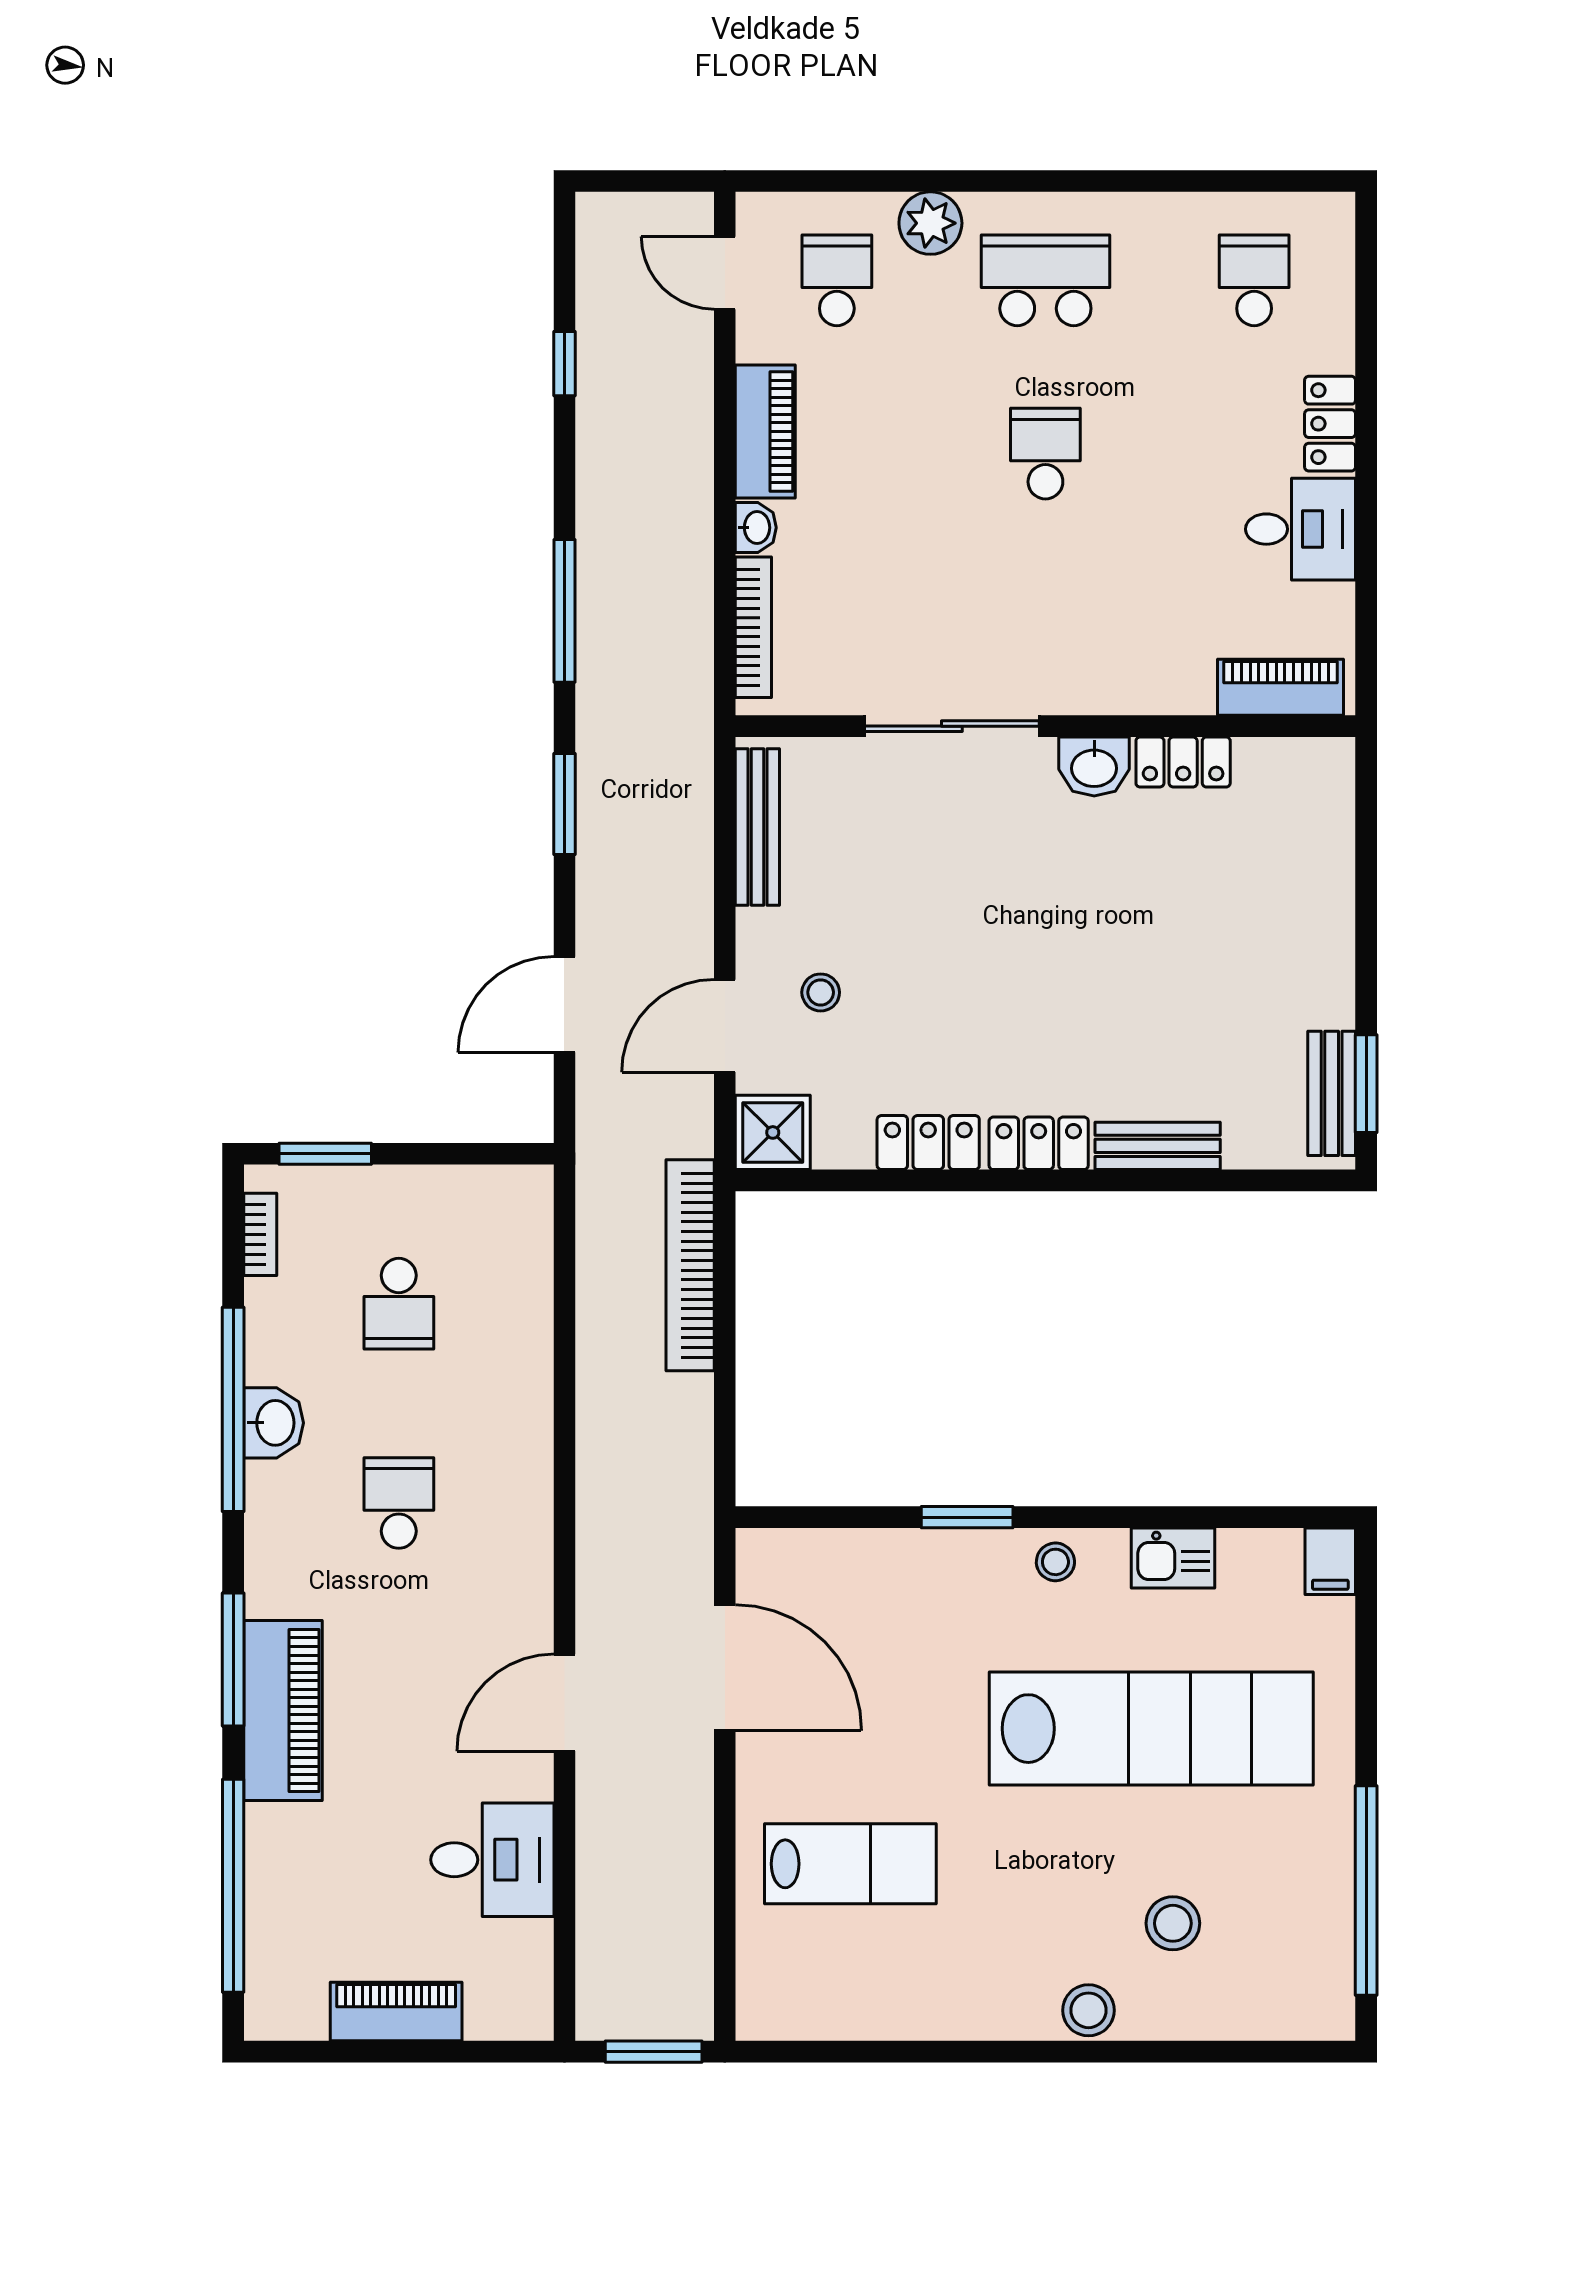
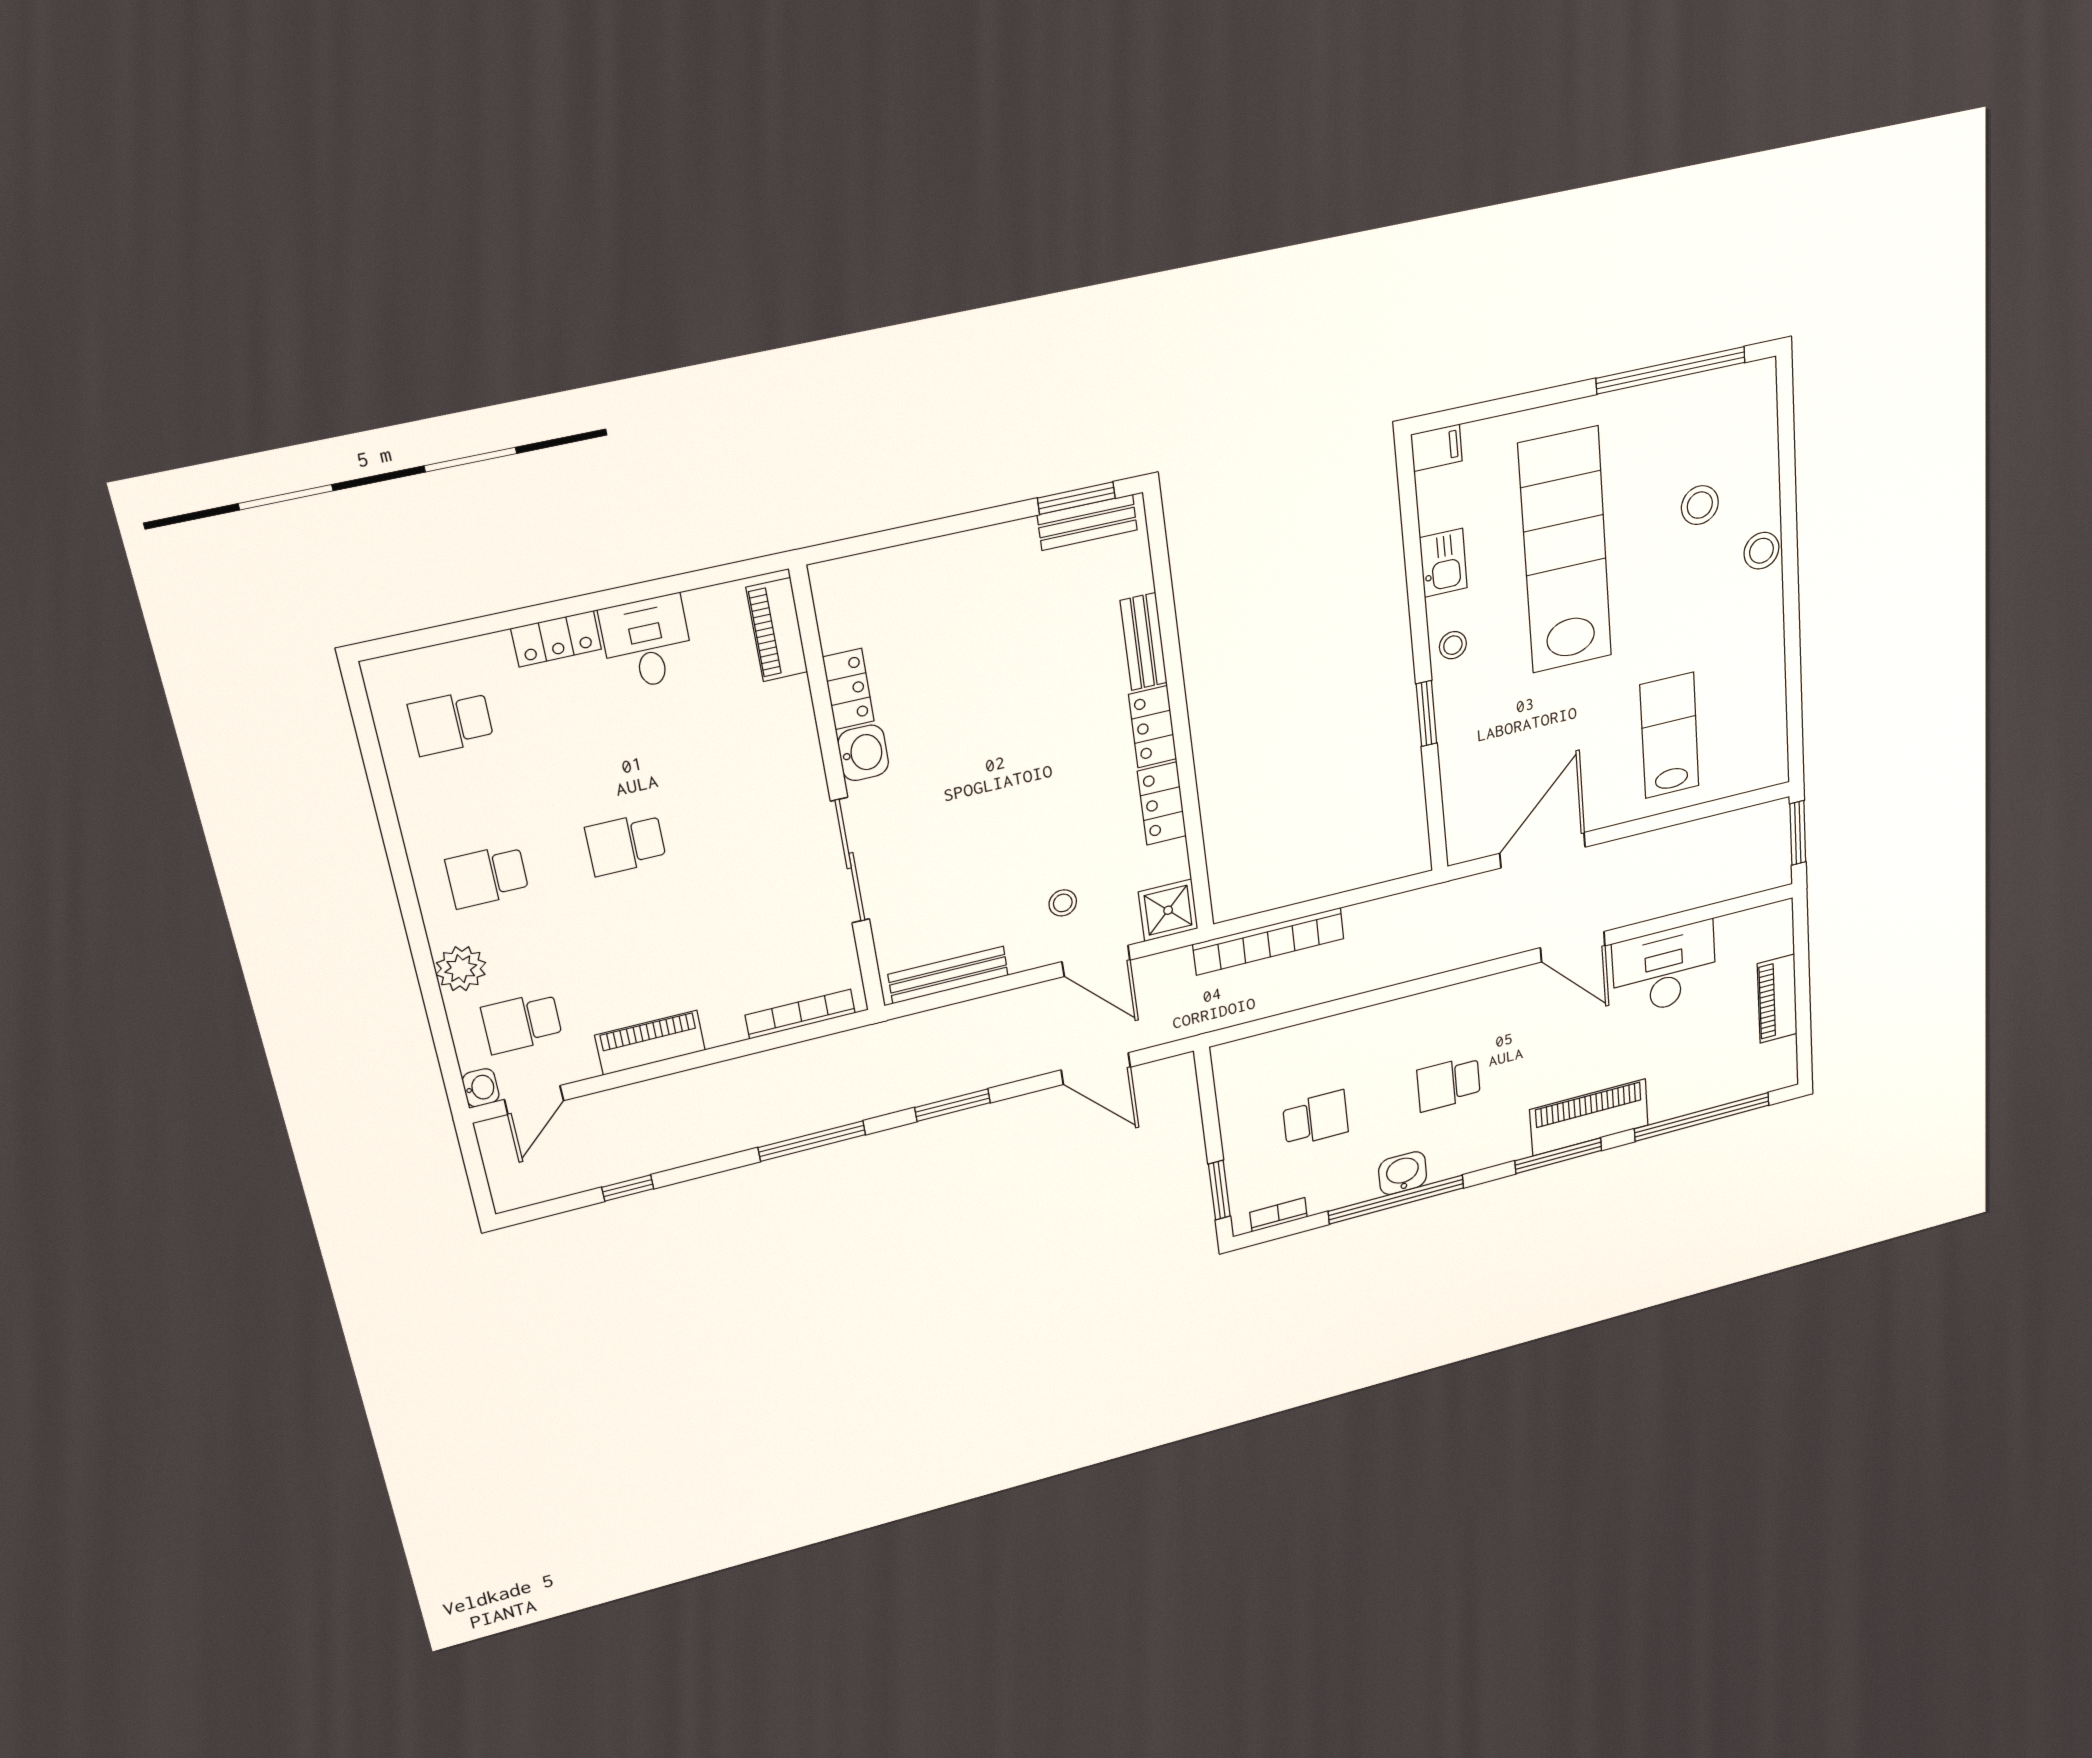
school desk: (1045, 280) -> (487, 876), width x0.54
washbasin: (756, 528) -> (481, 1088), moved, turned 90
desk: (492, 1860) -> (1664, 969), width x1.37

